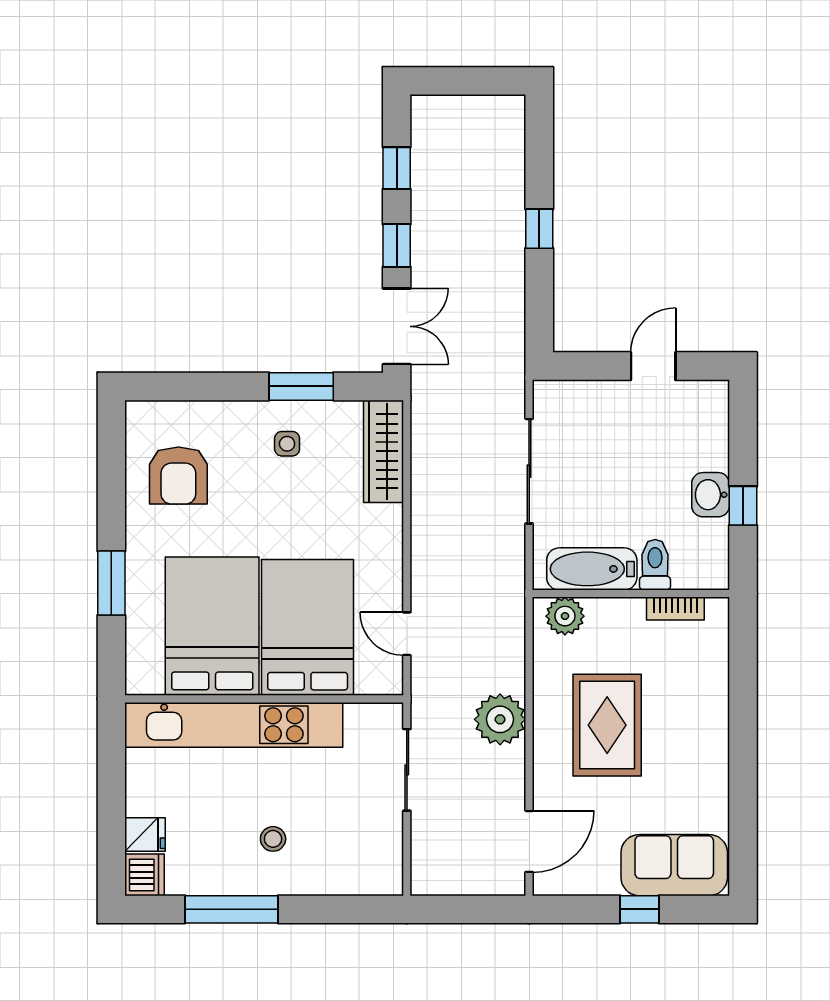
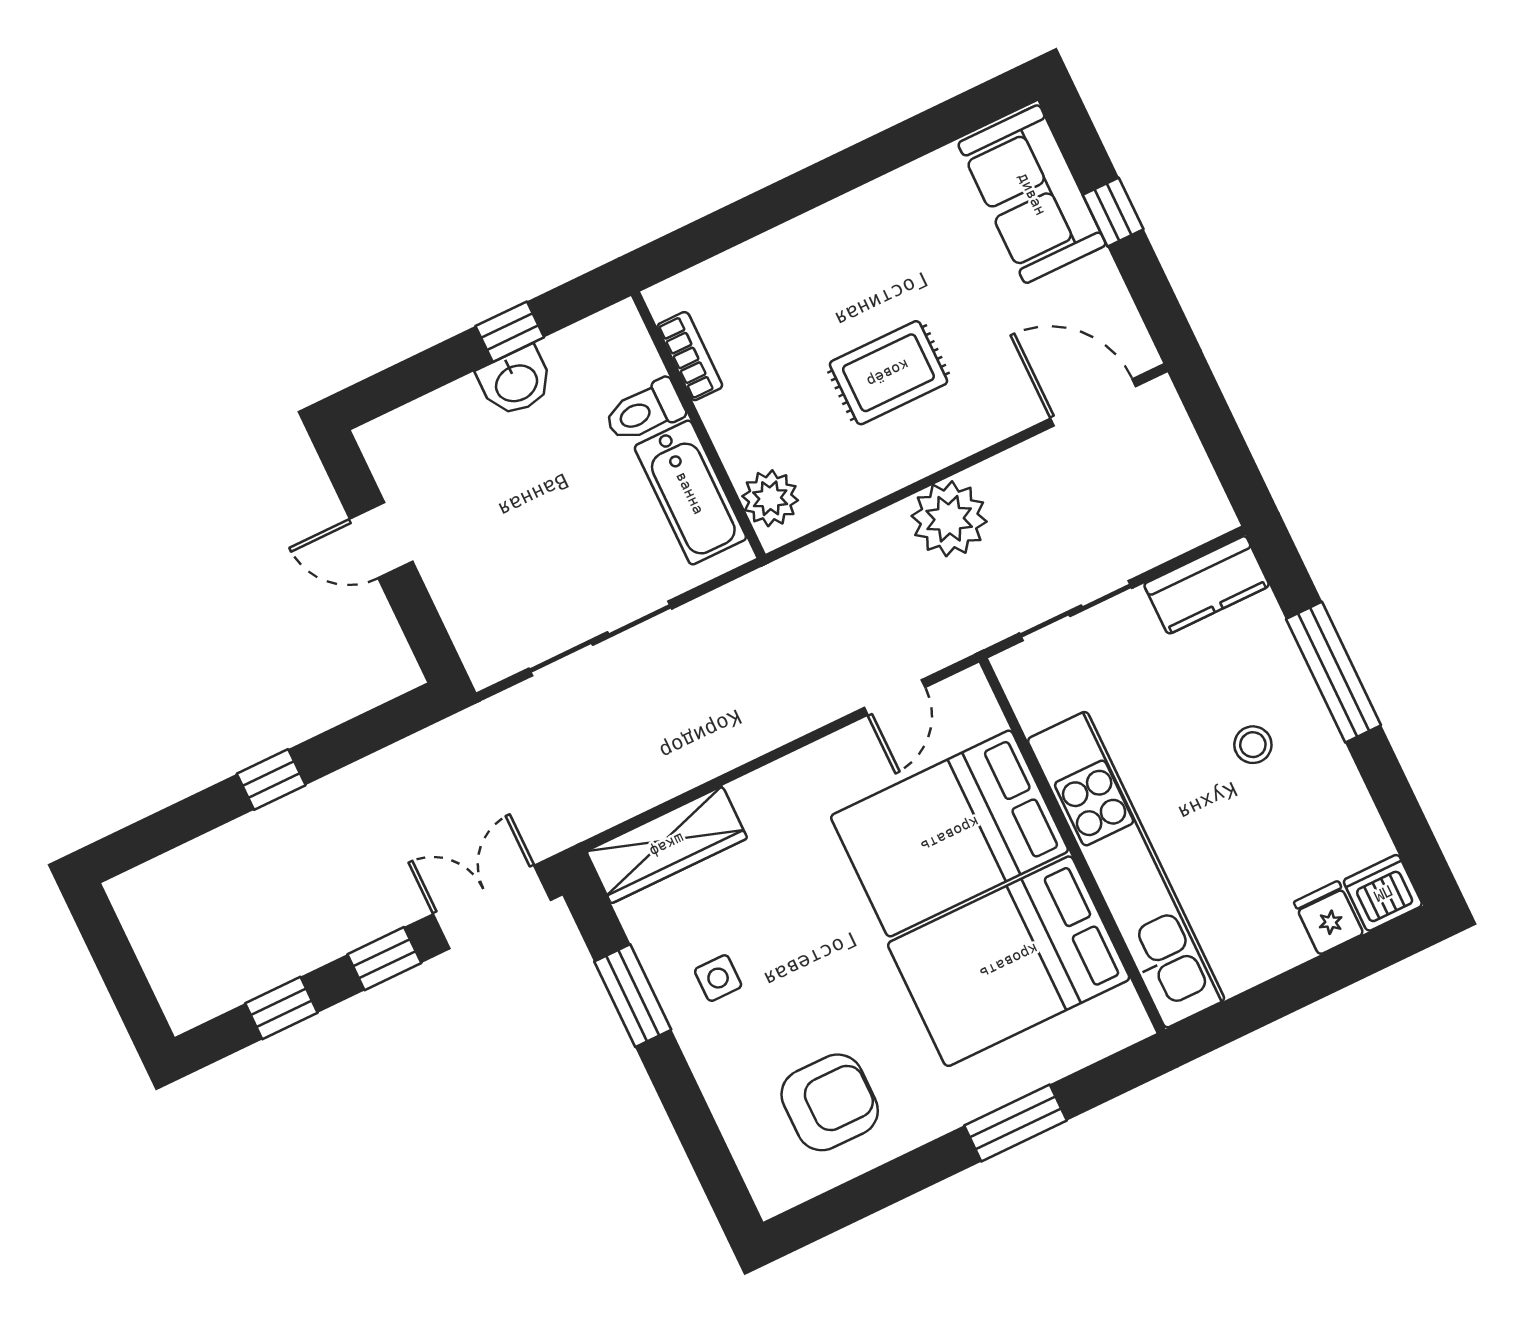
rug: (607, 725) -> (888, 373), width x0.73, depth x0.70
kitchen counter: (384, 857) -> (1207, 585), added
window: (231, 909) -> (1334, 672), moved

